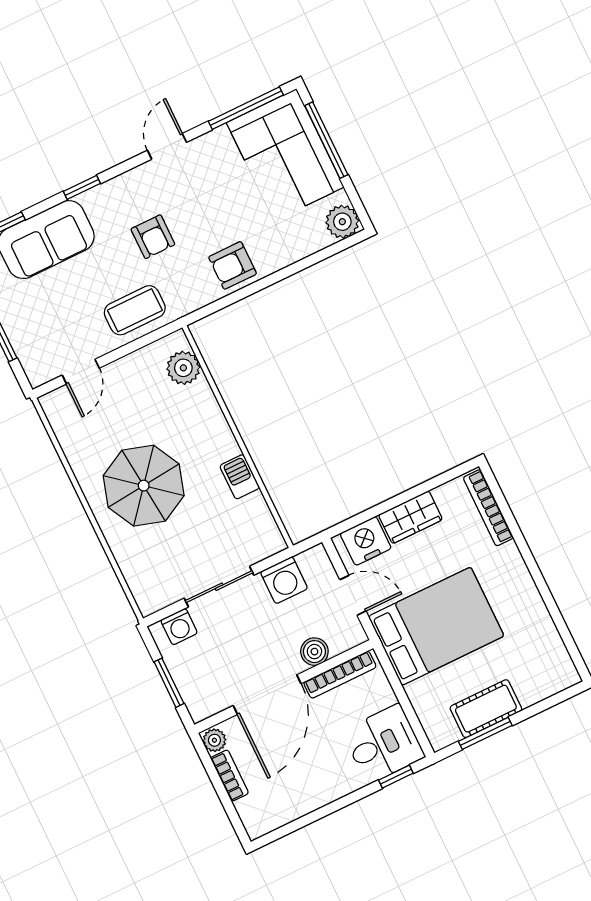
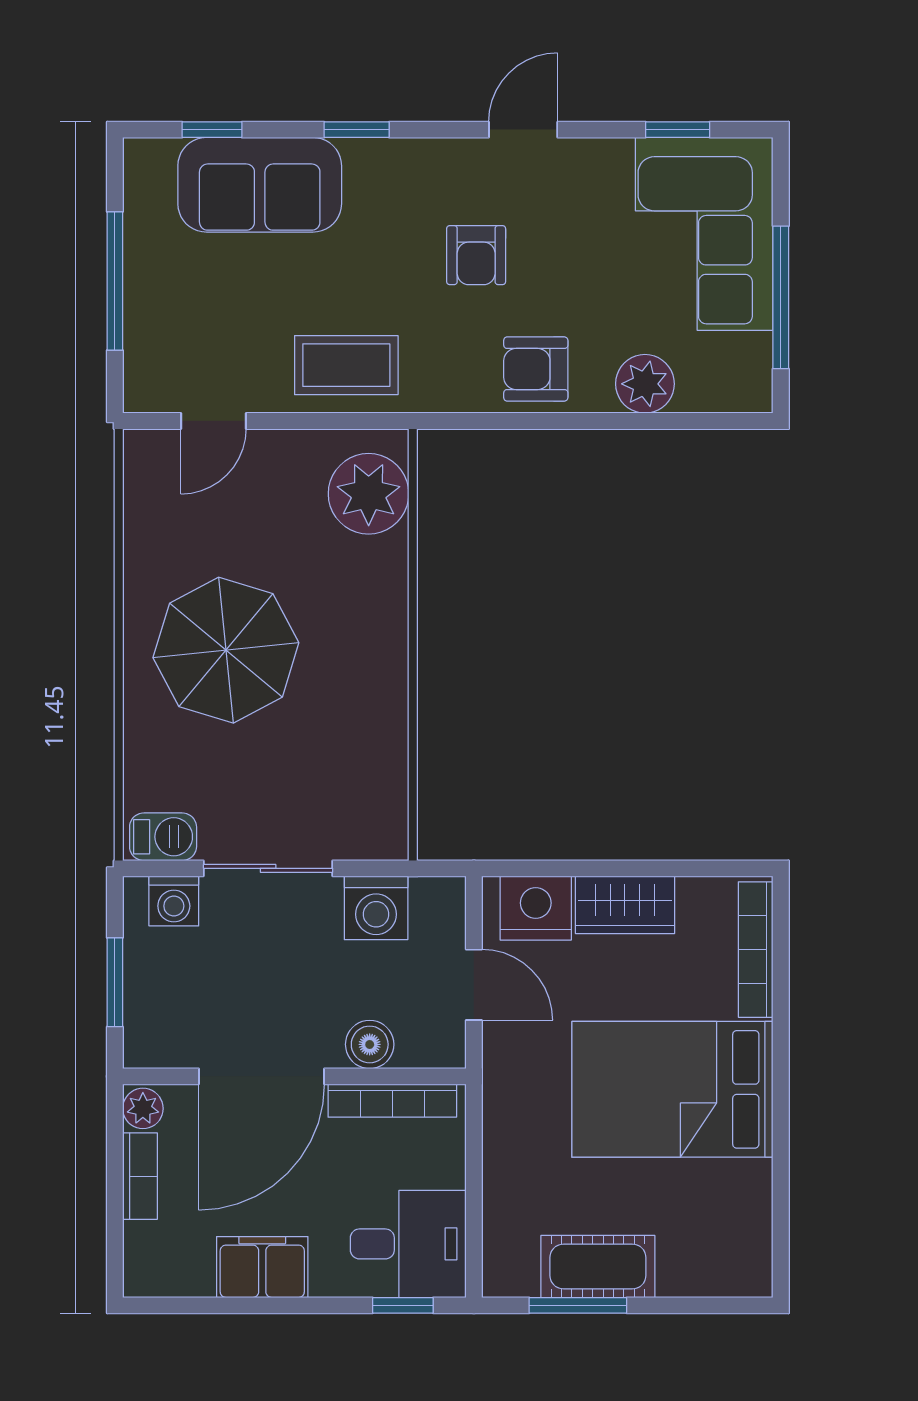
window: (246, 108) -> (678, 130), width x0.46
window: (326, 140) -> (781, 297), moved
plant: (342, 222) -> (645, 384), moved
armchair: (153, 237) -> (476, 255), moved
plant: (183, 368) -> (369, 494), width x1.36, depth x1.36
barbecue: (240, 477) -> (163, 837), moved, turned 90
bed: (436, 626) -> (672, 1089), moved, turned 180
filing cabinet: (315, 792) -> (262, 1267), added

